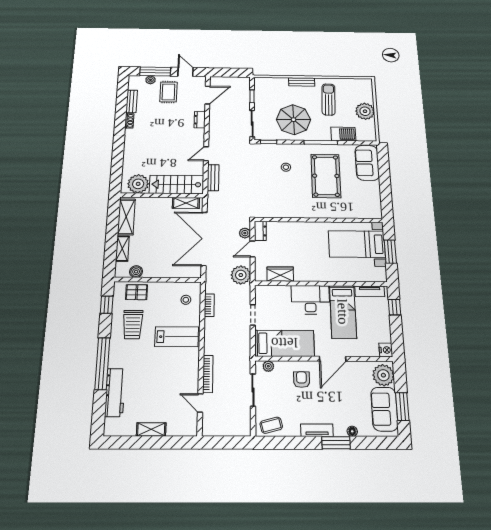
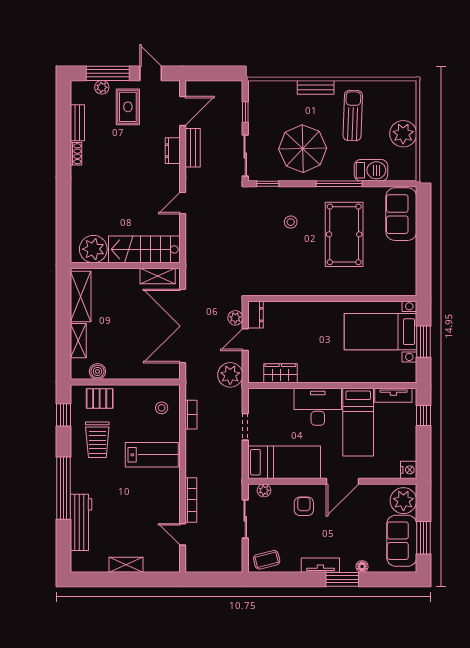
bench: (213, 178) -> (193, 148), moved

